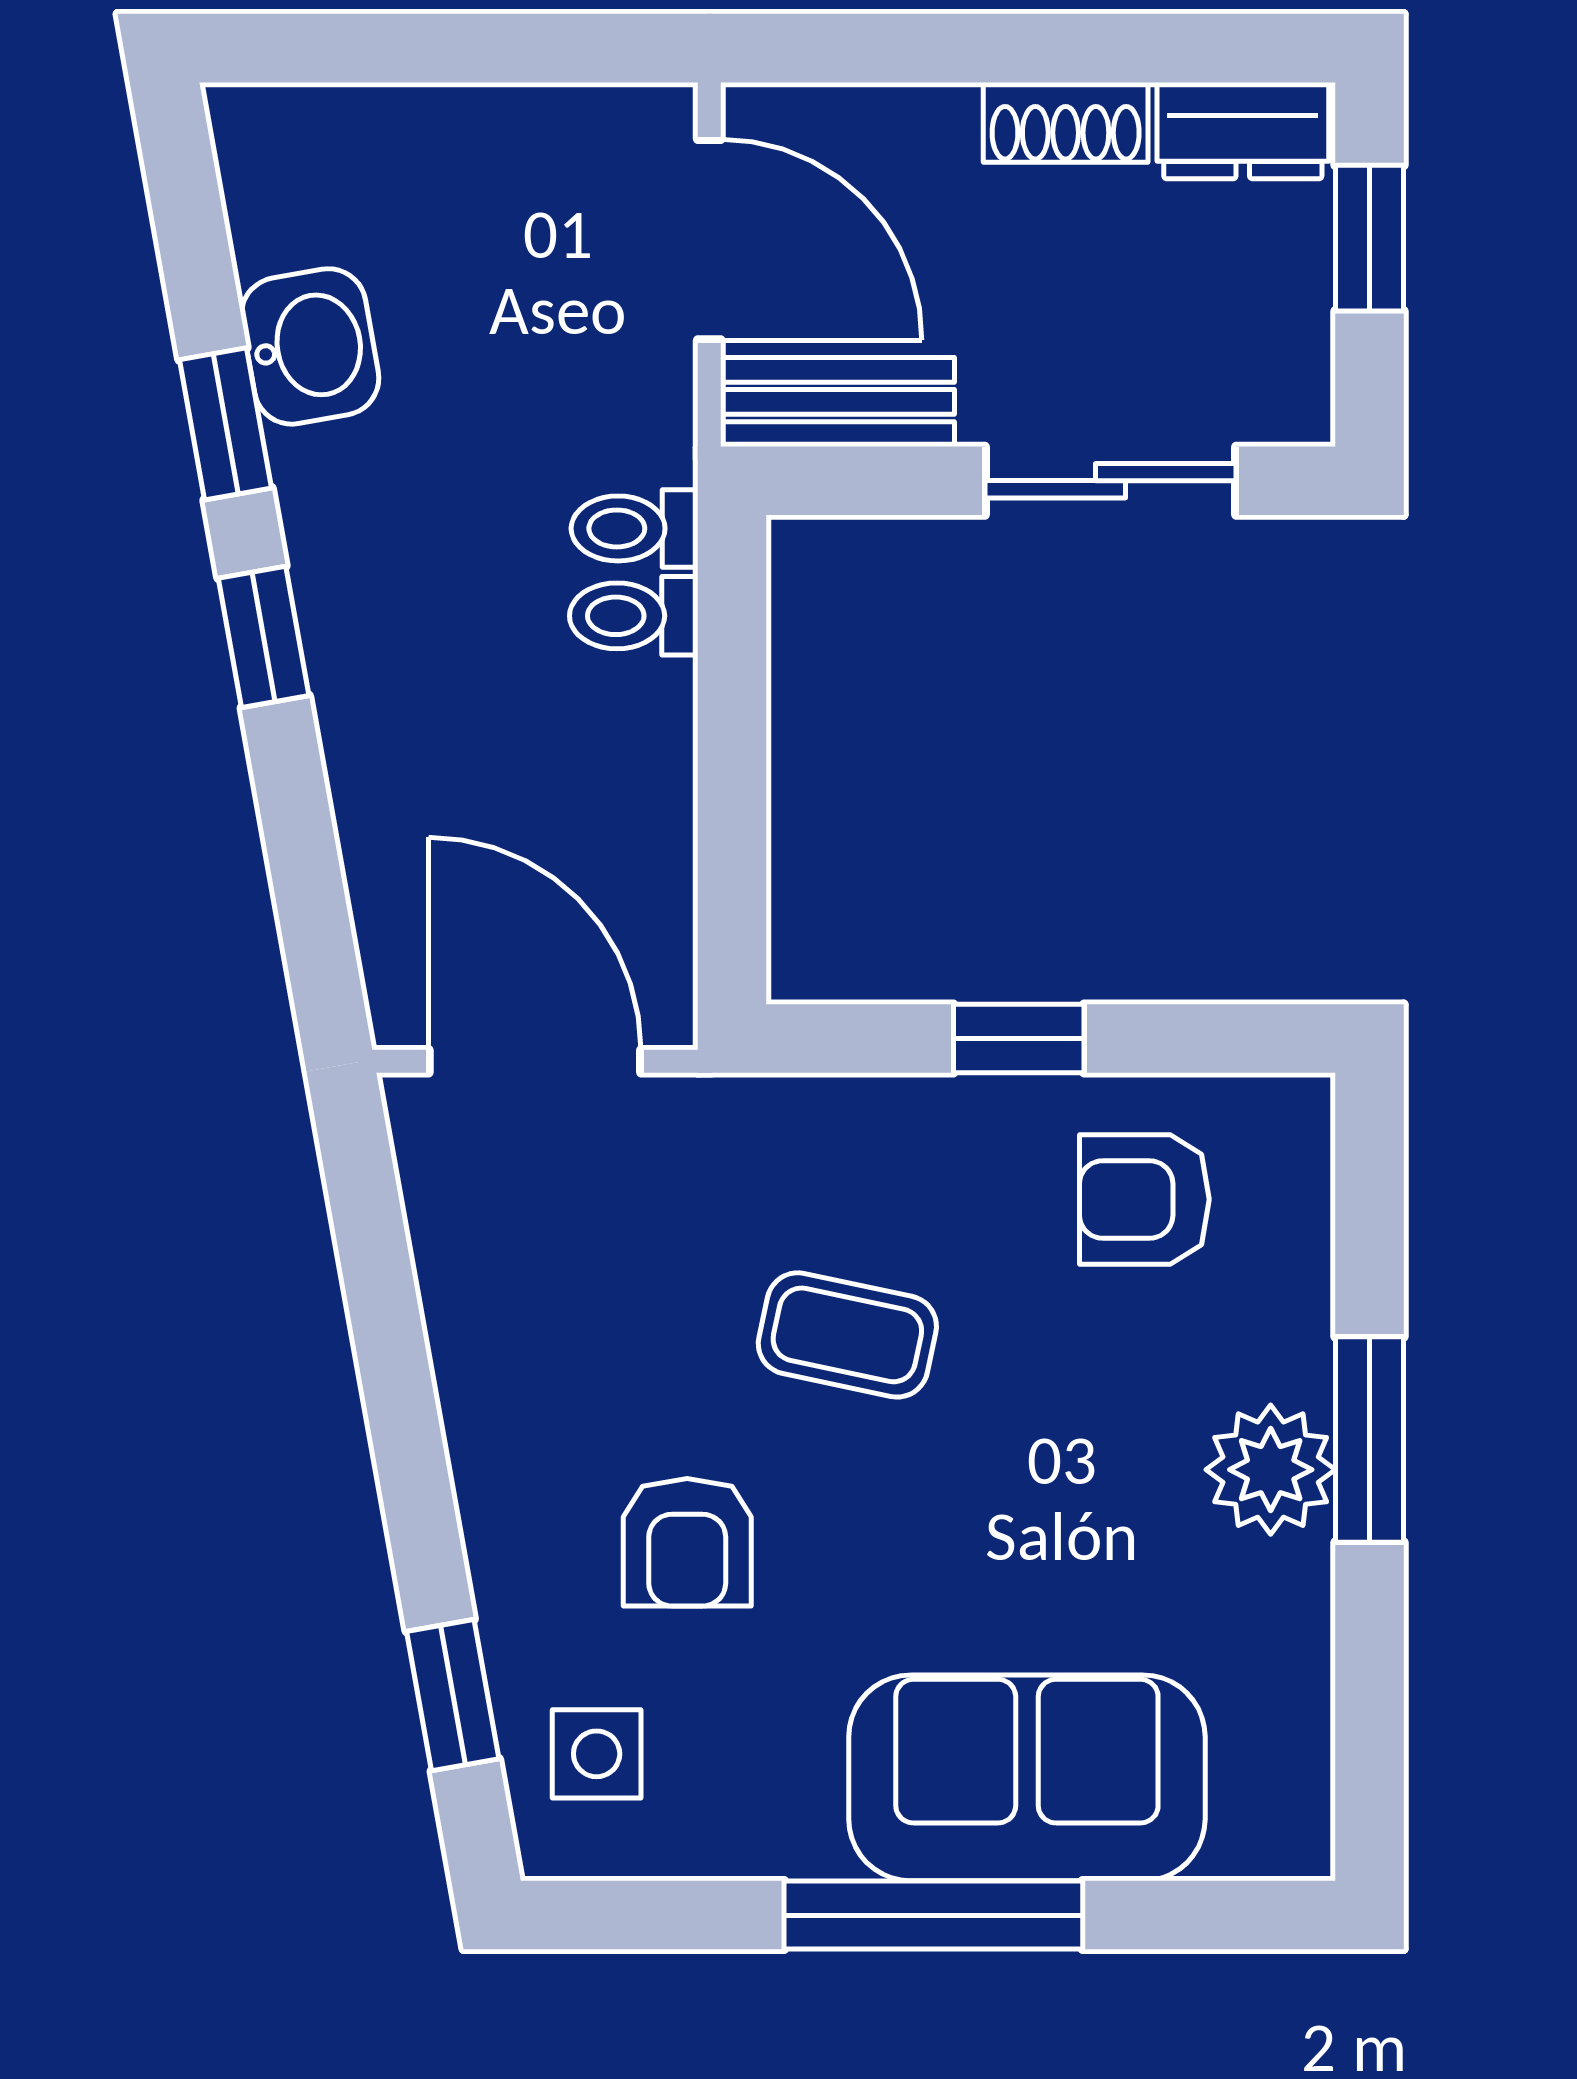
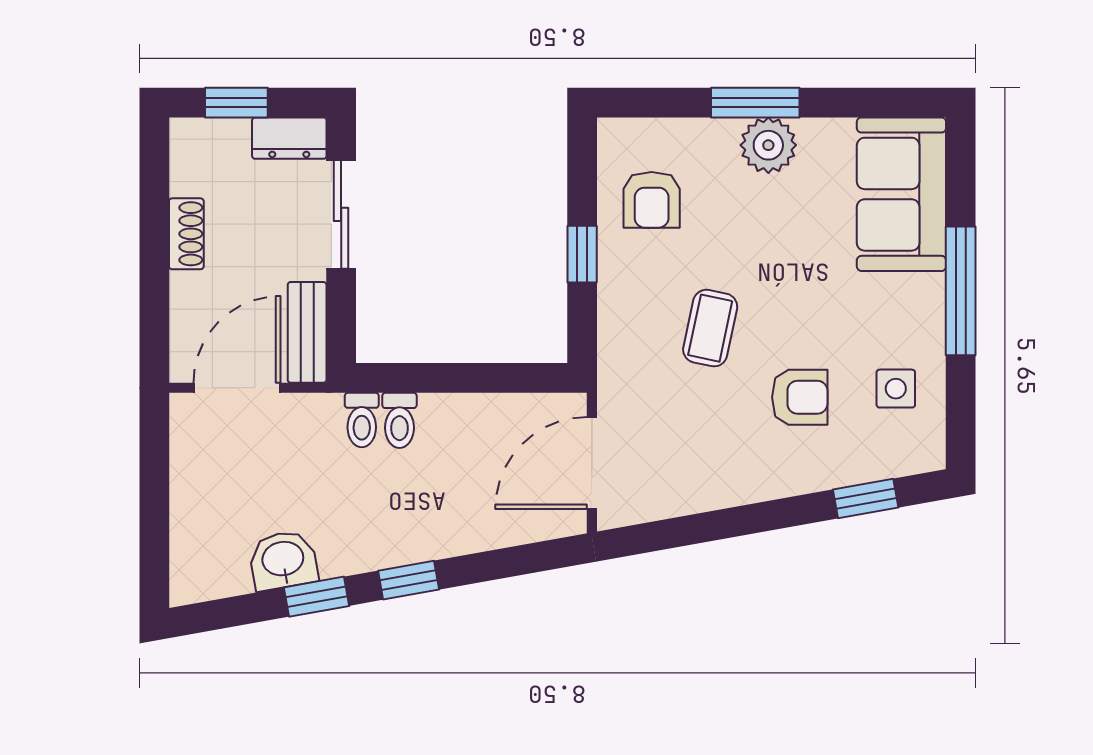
dresser: (1243, 131) -> (289, 138), moved, turned 90
side table: (597, 1754) -> (896, 389), moved
sofa: (1027, 1778) -> (901, 194), moved

